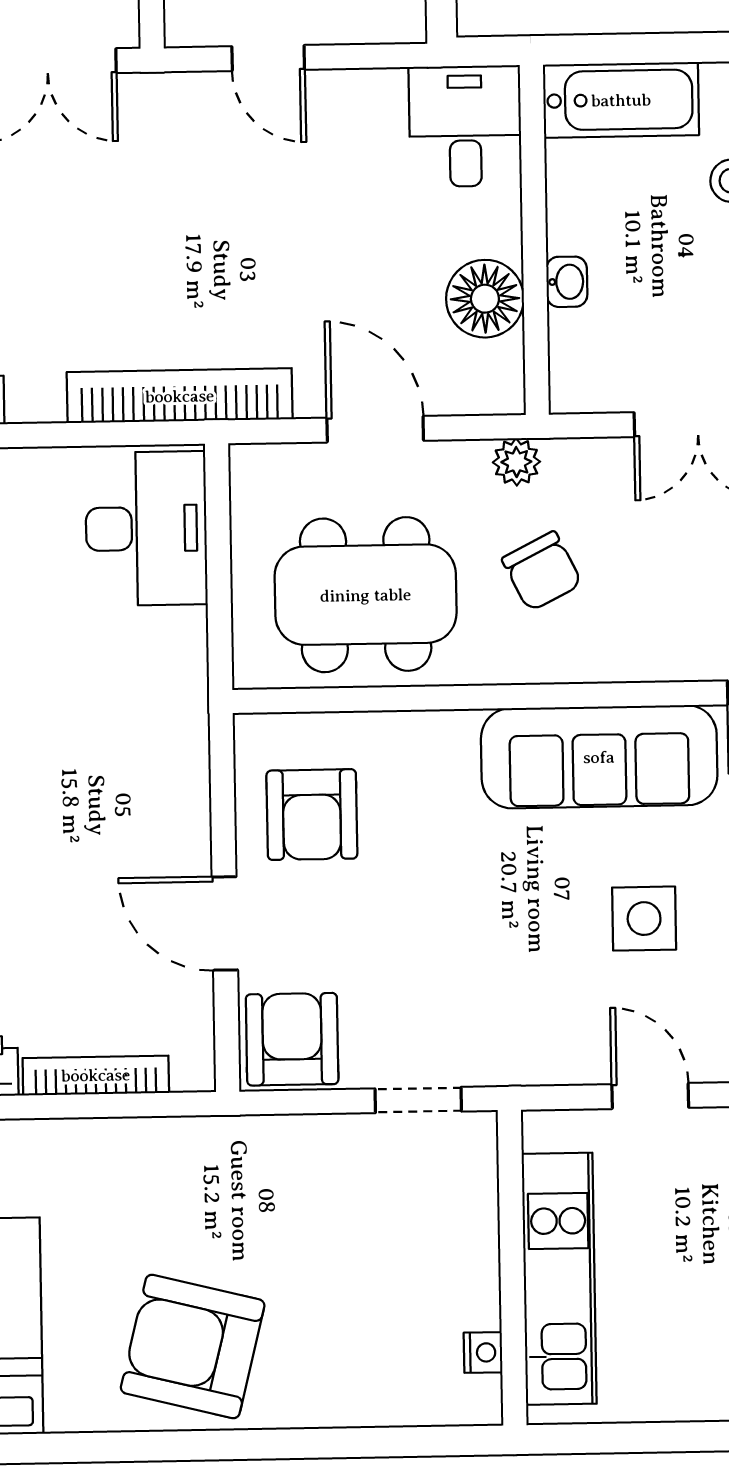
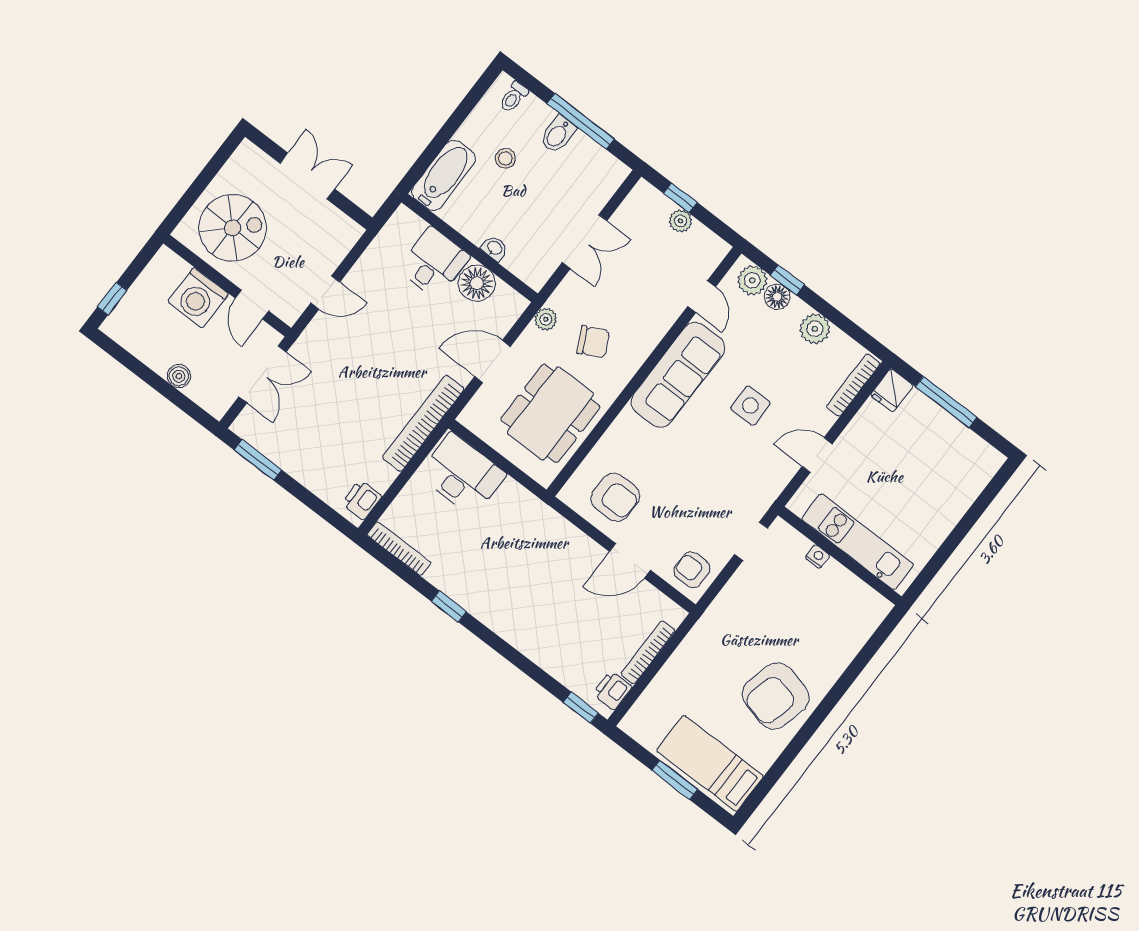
desk: (465, 126) -> (434, 263), moved, turned 90
armchair: (292, 1039) -> (692, 570), width x0.72, depth x0.72
nightstand: (483, 1353) -> (817, 557), moved

